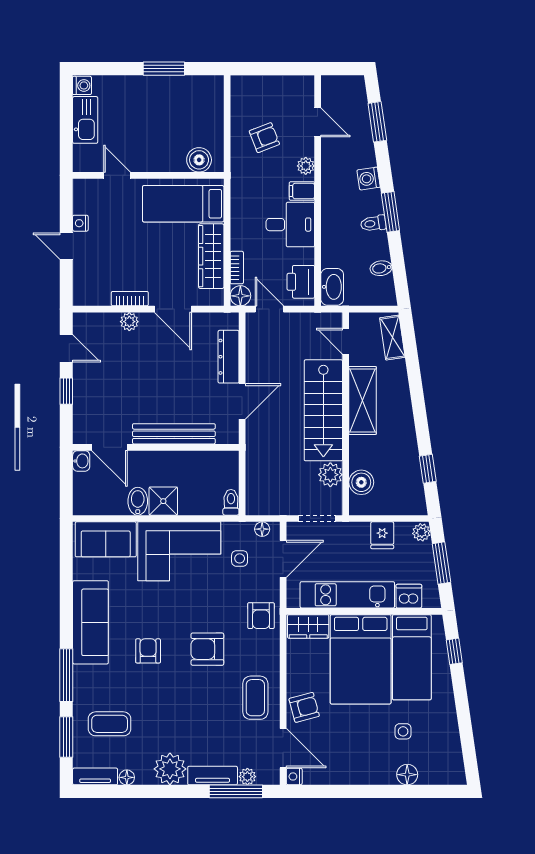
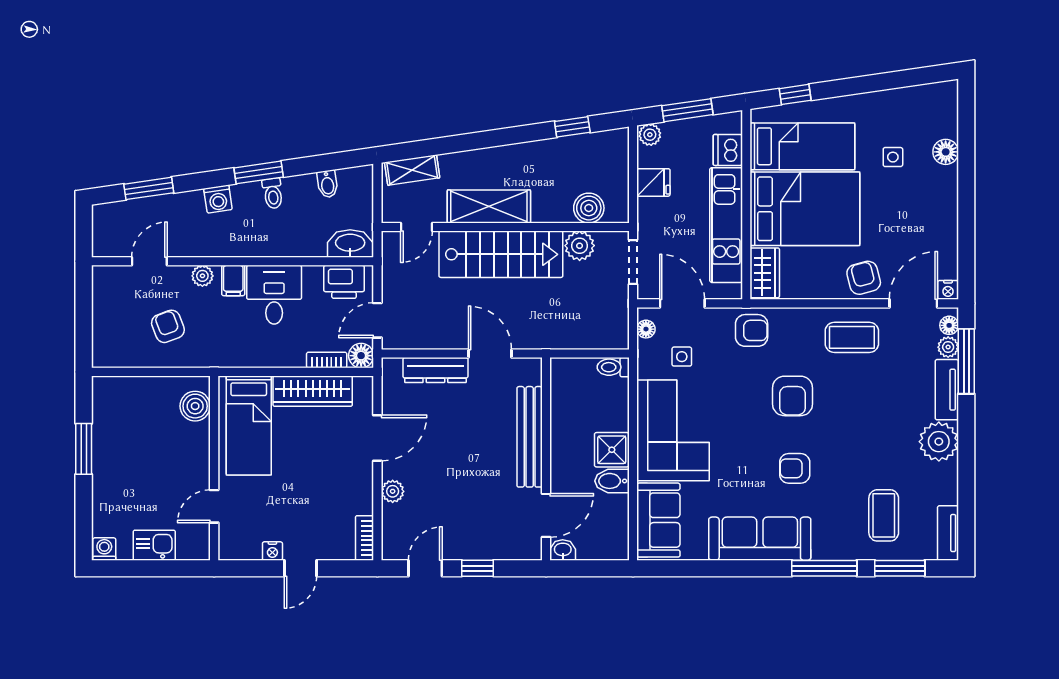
kitchen sink: (85, 120) -> (154, 545), width x0.73
bookcase: (130, 299) -> (365, 538), moved
floor lamp: (127, 777) -> (949, 325), moved

